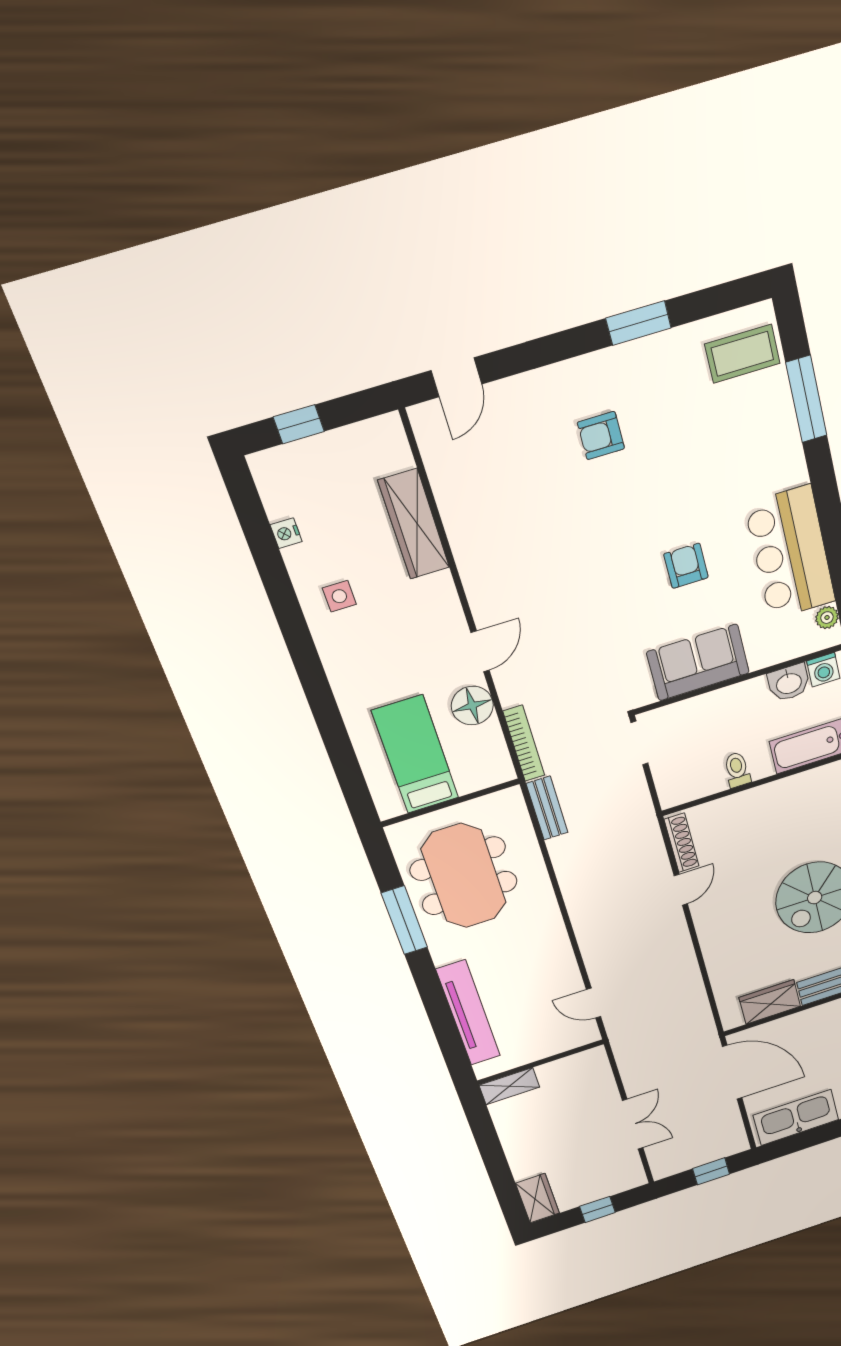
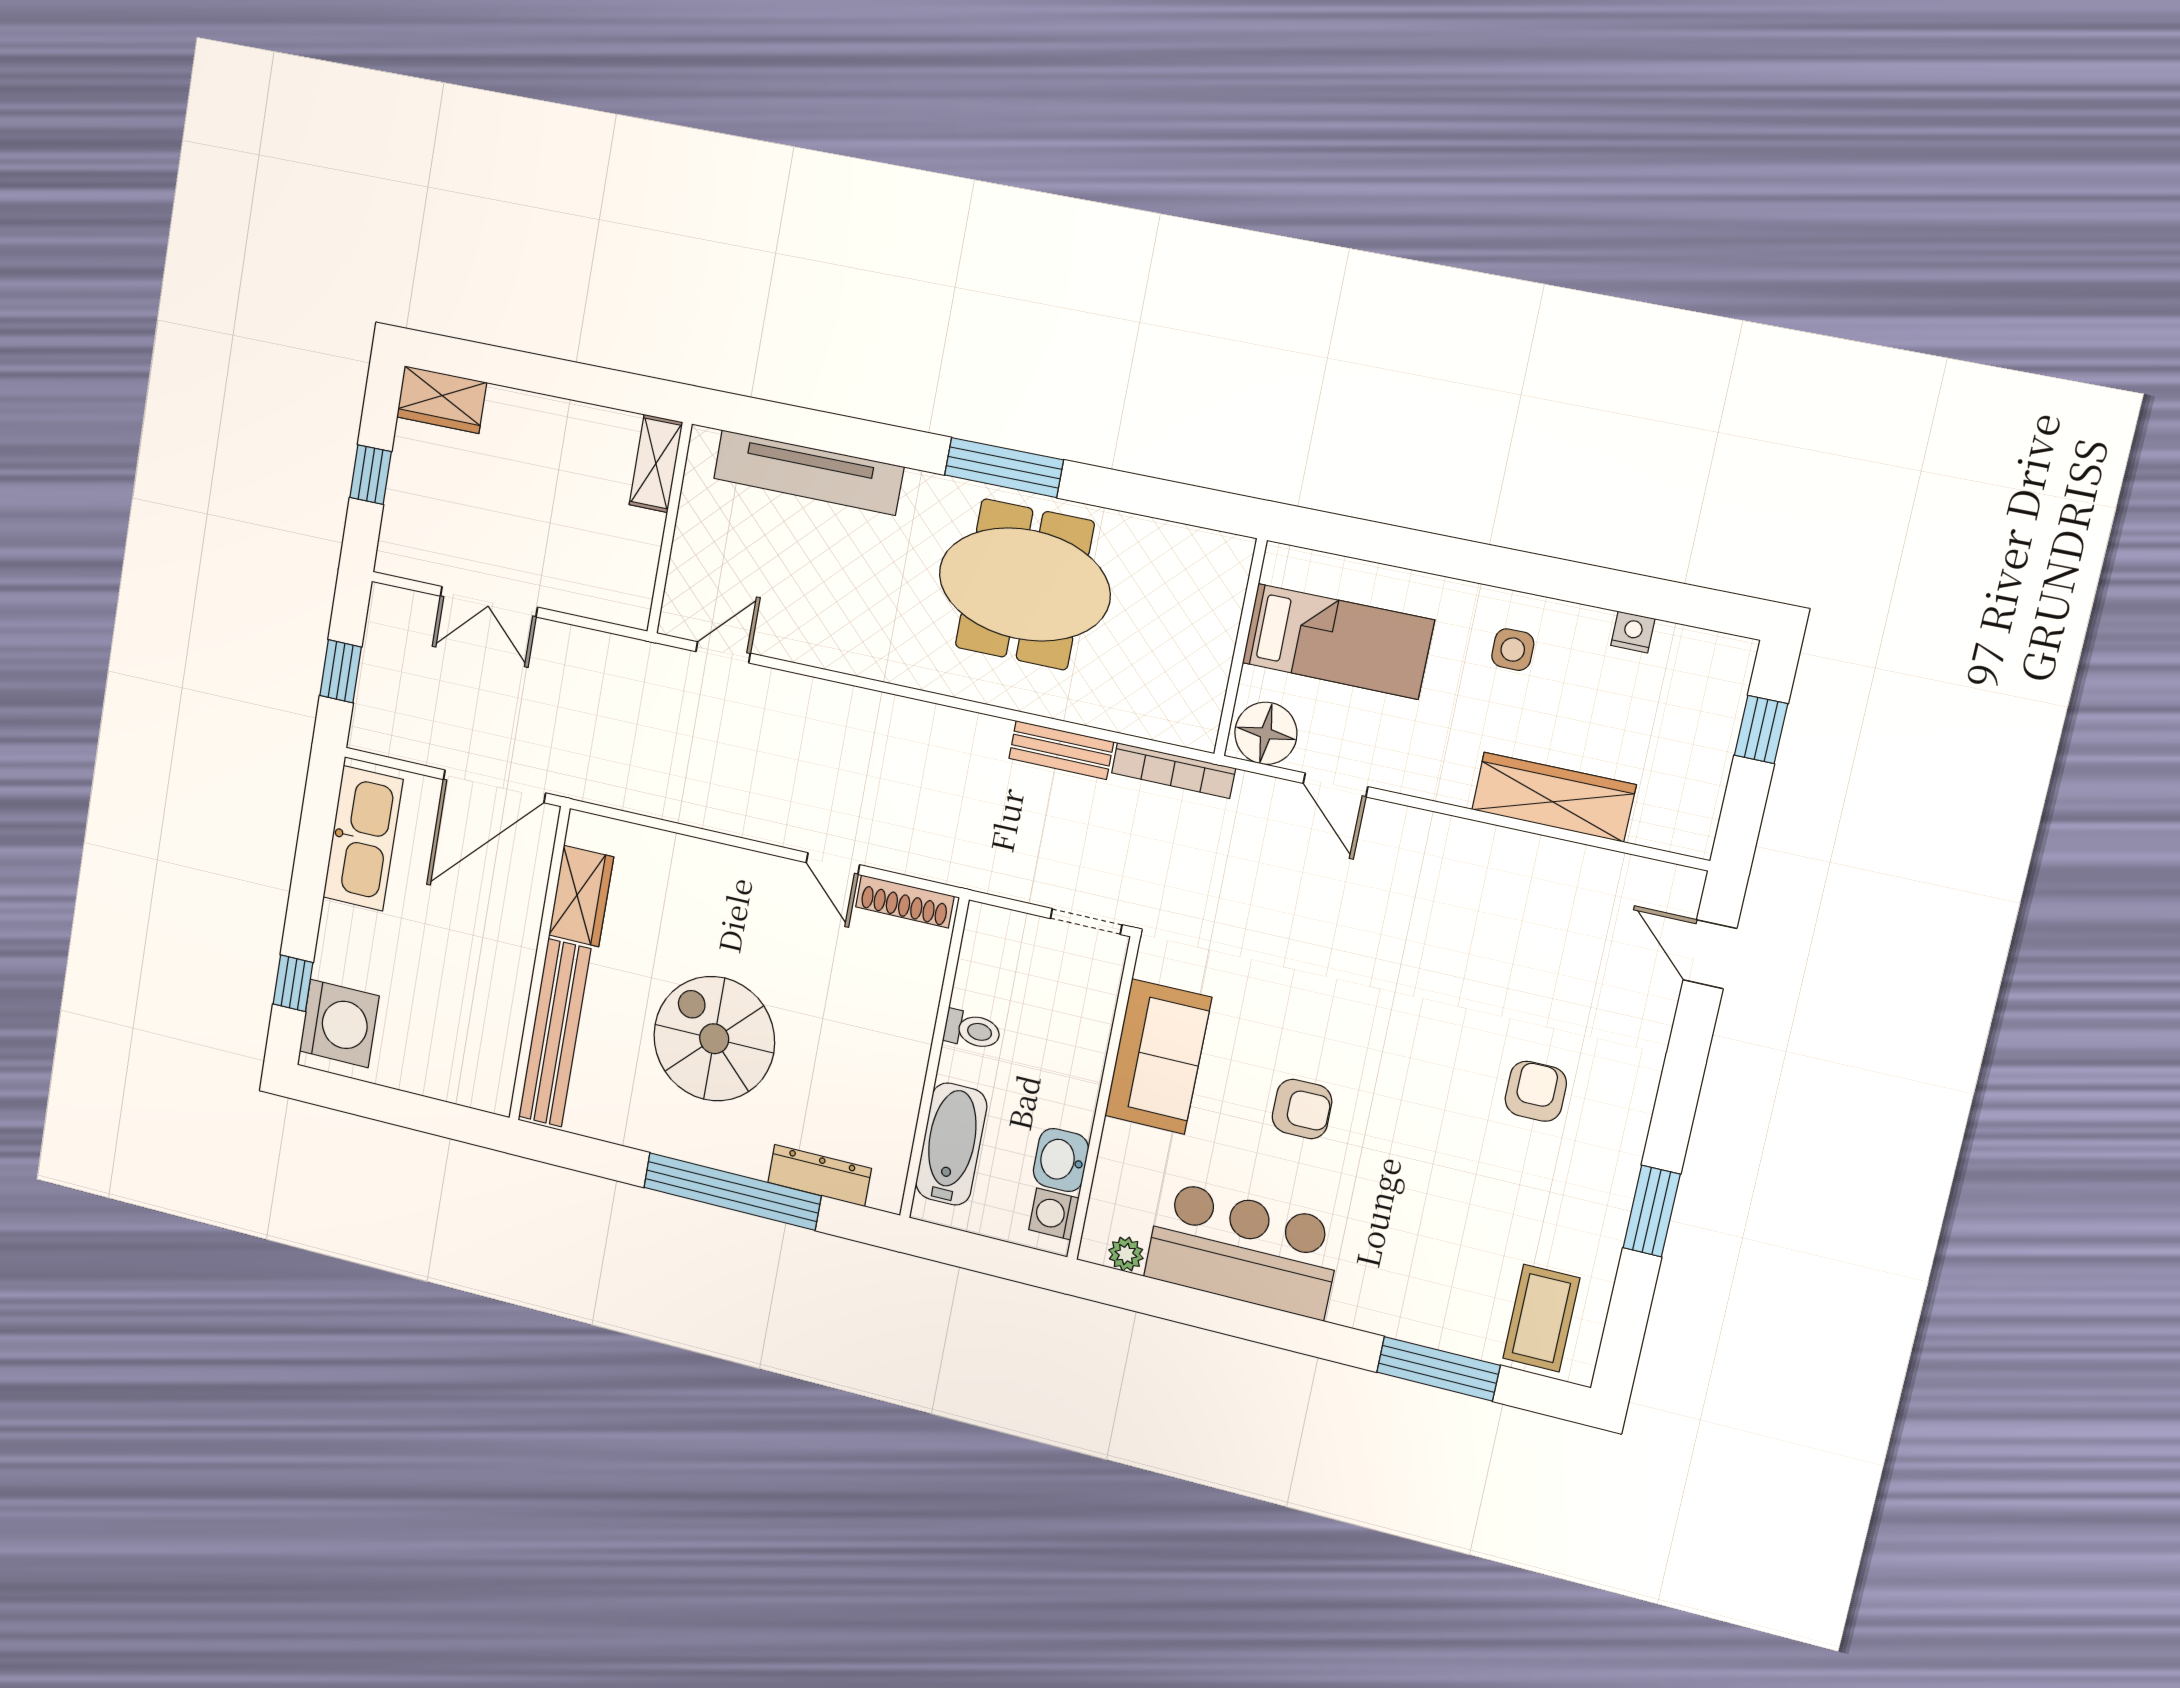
bed: (415, 755) -> (1338, 641), moved
wall: (450, 803) -> (1240, 648), moved

